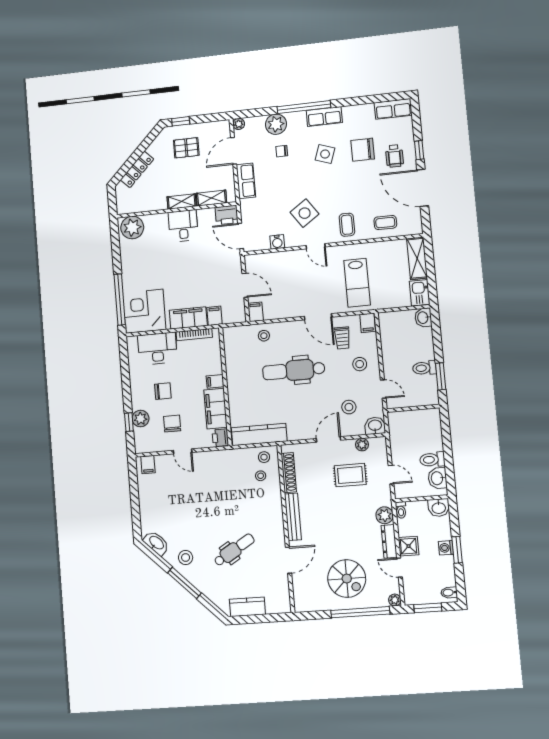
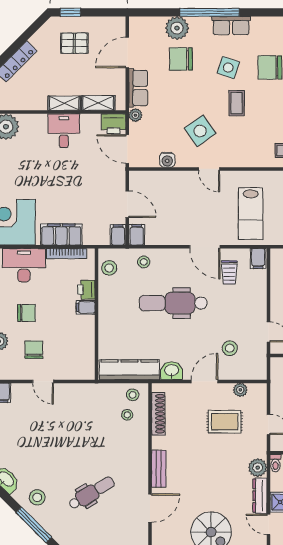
plant: (239, 124) -> (135, 115), moved
chair: (282, 151) -> (181, 59), width x1.87, depth x1.87
coffee table: (347, 225) -> (237, 103), moved
filing cabinet: (215, 316) -> (118, 235), moved
stool: (360, 364) -> (109, 268), moved
filing cabinet: (216, 409) -> (84, 337), removed
washbasin: (375, 426) -> (172, 371), moved
printer: (220, 438) -> (86, 290), moved
bench: (293, 517) -> (159, 469), width x0.73

